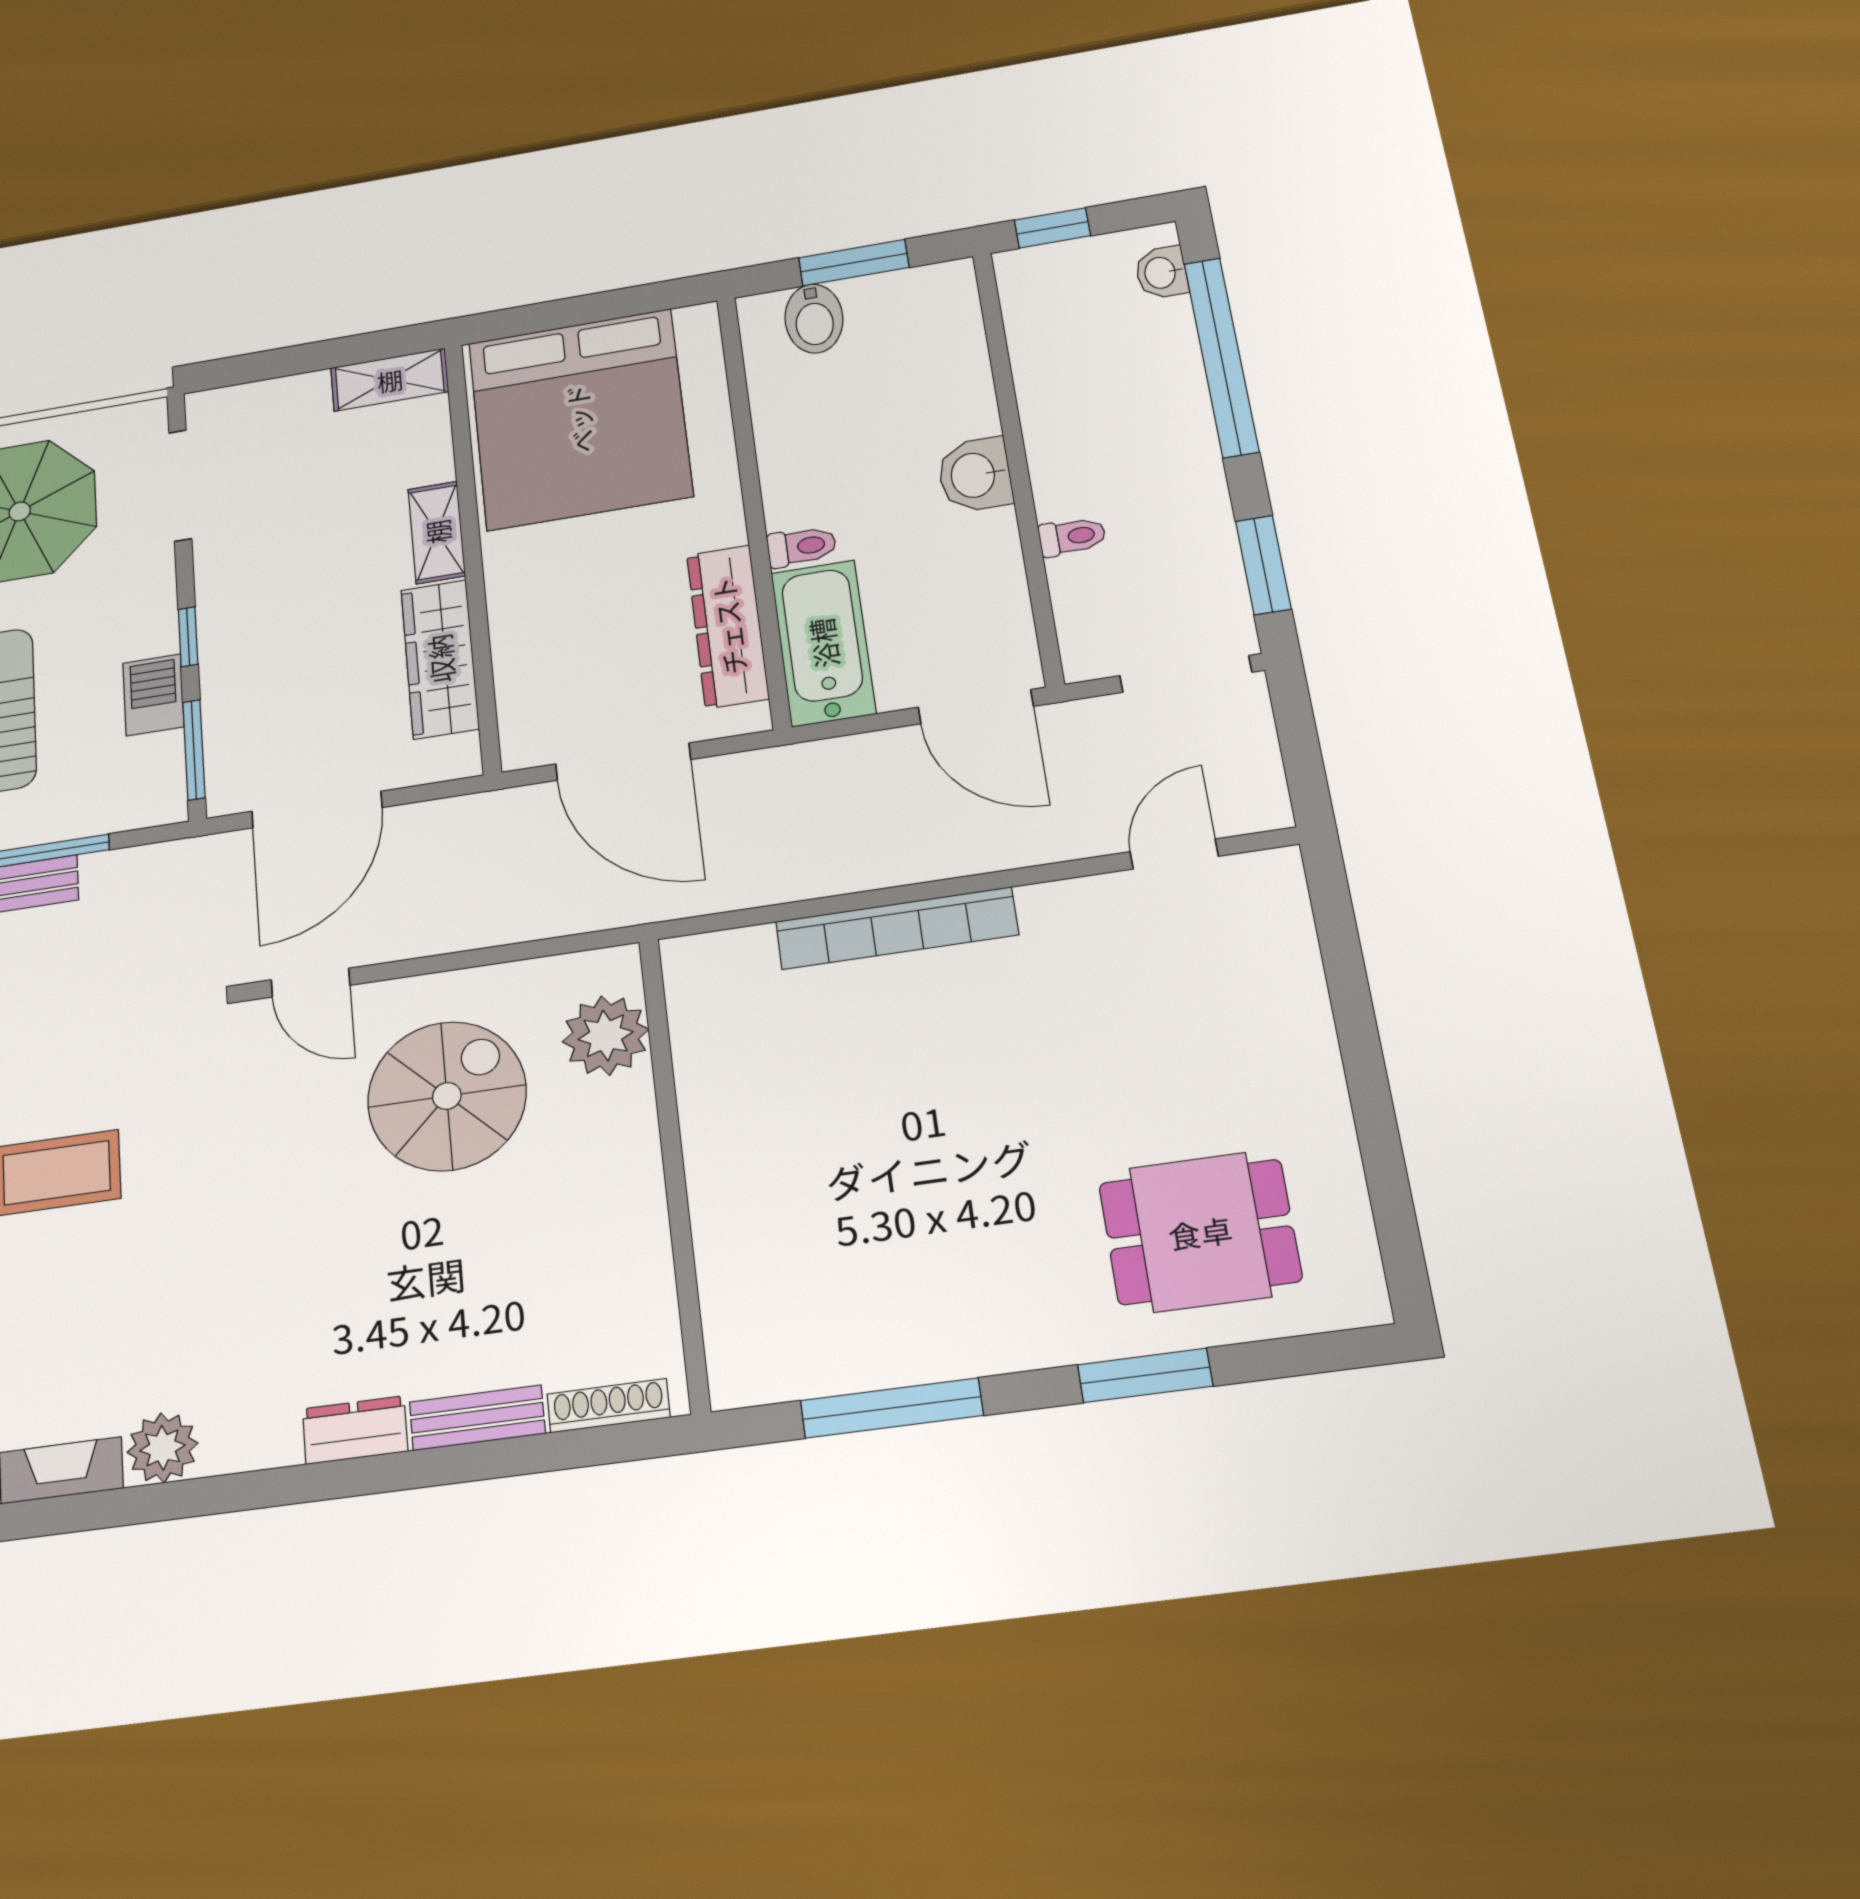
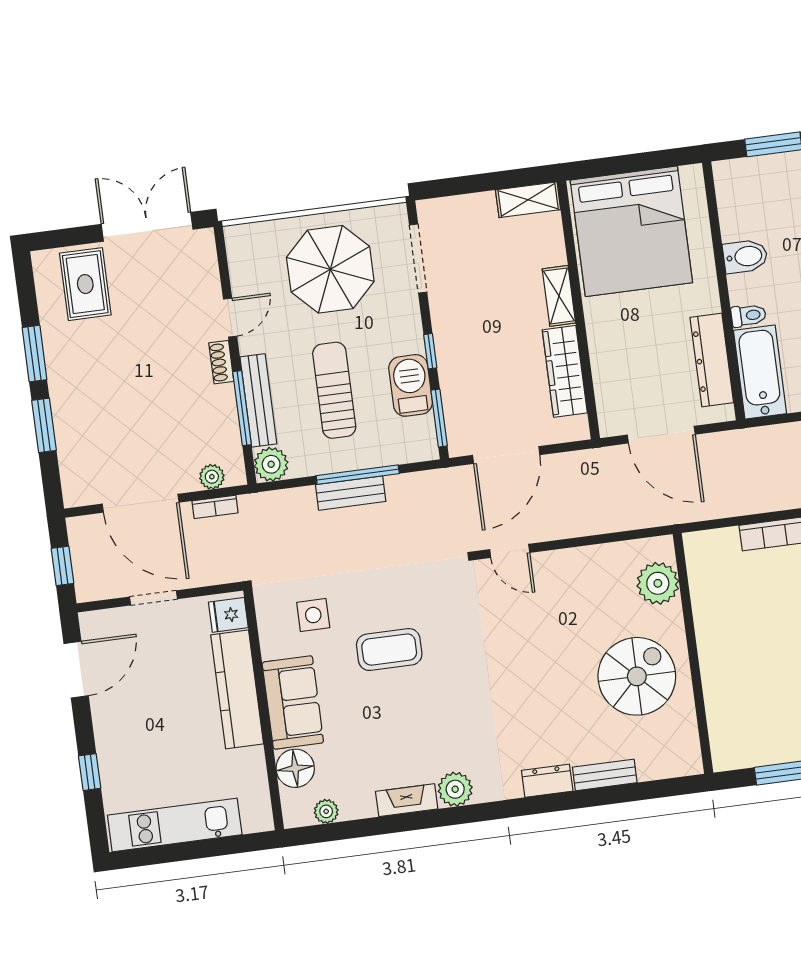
bidet: (814, 319) -> (745, 256), moved, turned -90
barbecue: (153, 695) -> (411, 385), width x1.38, depth x1.27
spiral stairs: (447, 1096) -> (637, 676), moved
shoe rack: (608, 1406) -> (666, 769), removed

